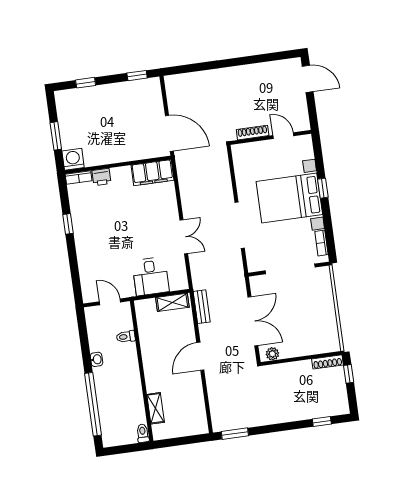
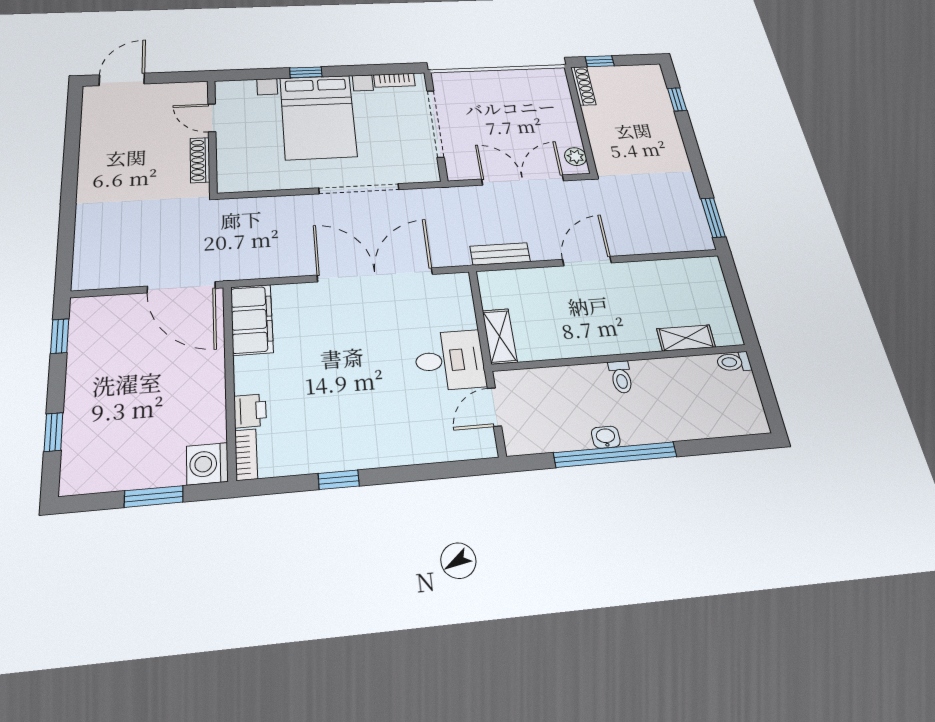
door: (169, 133) -> (181, 287), swing flipped
door: (283, 136) -> (212, 118), hinge flipped
double door: (184, 237) -> (375, 275), width x1.87
desk: (151, 276) -> (450, 360), moved
shelving: (172, 302) -> (500, 336), moved
toilet: (126, 337) -> (621, 377), moved
door: (200, 356) -> (587, 261), swing flipped
window: (93, 404) -> (615, 455), moved

